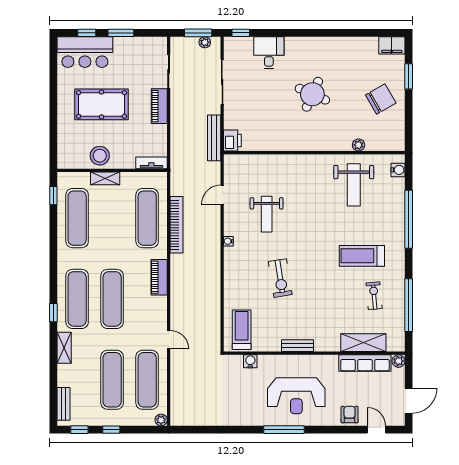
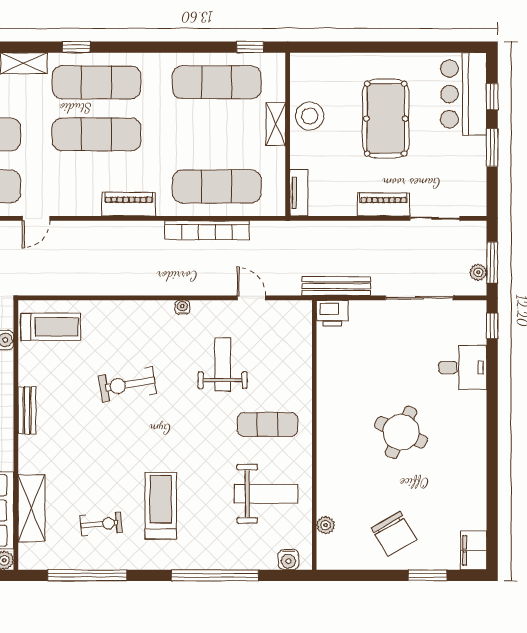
plant: (359, 145) -> (326, 525), moved
exercise mat: (307, 184) -> (267, 424), added
weight bench: (354, 185) -> (266, 494), turned 180
weight bench: (267, 214) -> (223, 364), turned 90

